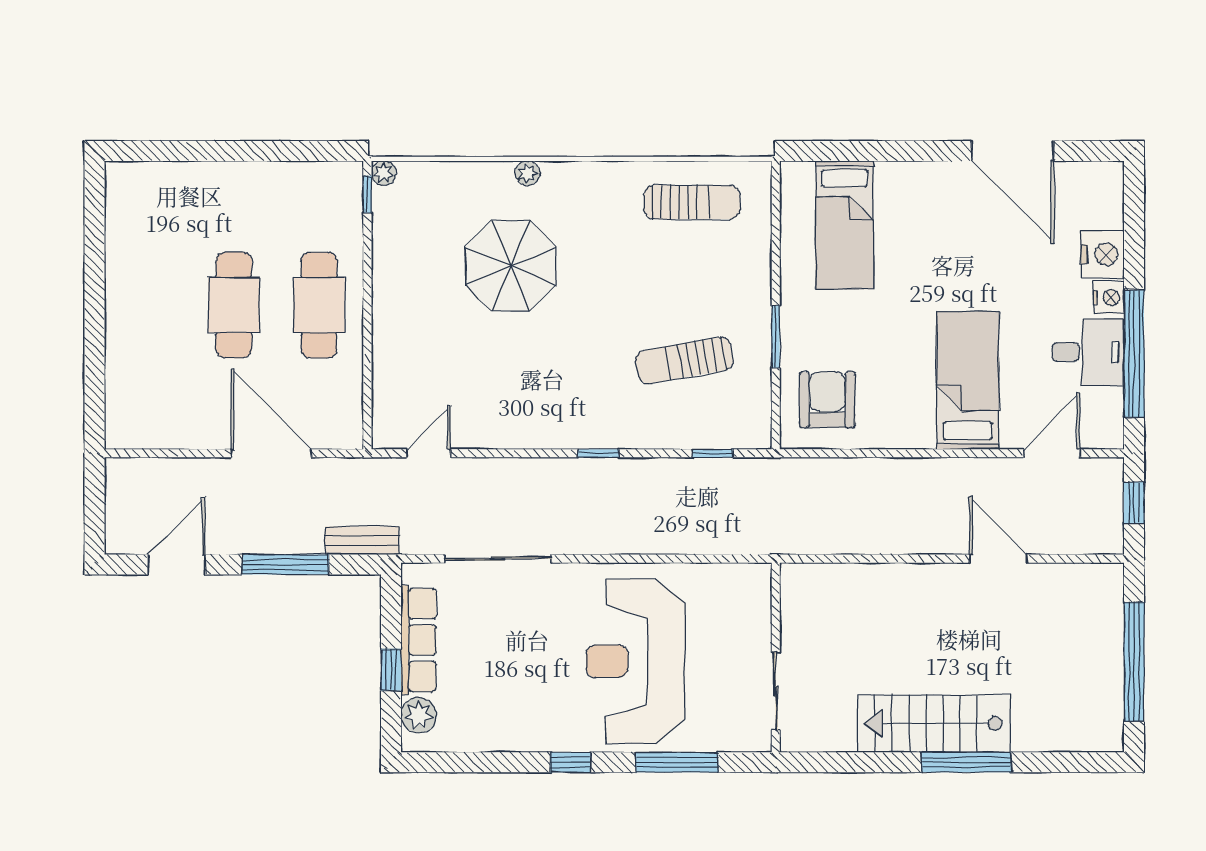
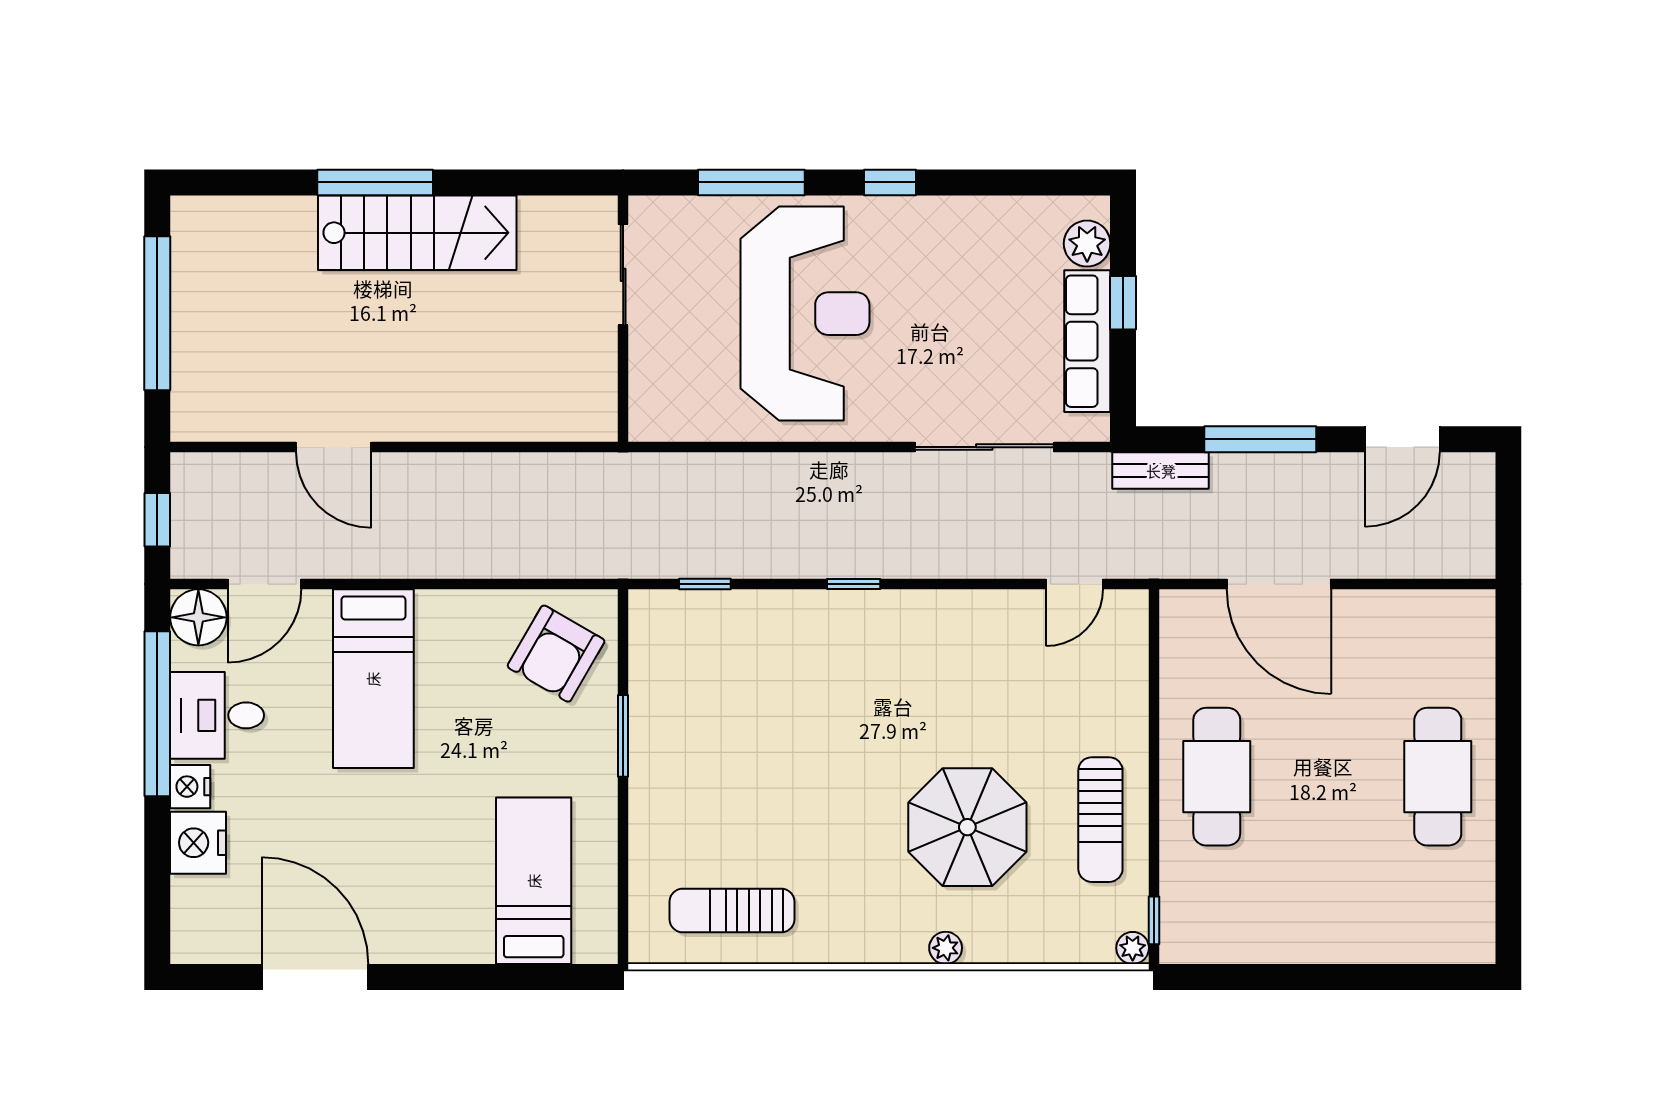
cafe table: (234, 305) -> (1438, 777), moved
sun lounger: (685, 360) -> (1100, 820), moved, turned 100
armchair: (827, 400) -> (556, 654), turned 30
floor lamp: (1102, 428) -> (198, 617), added

